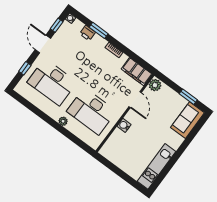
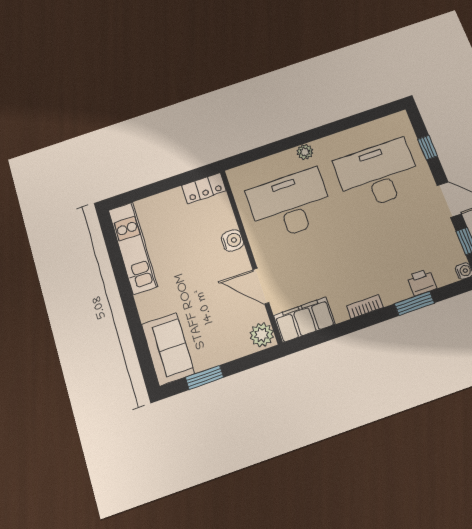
locker: (110, 154) -> (204, 188), added

